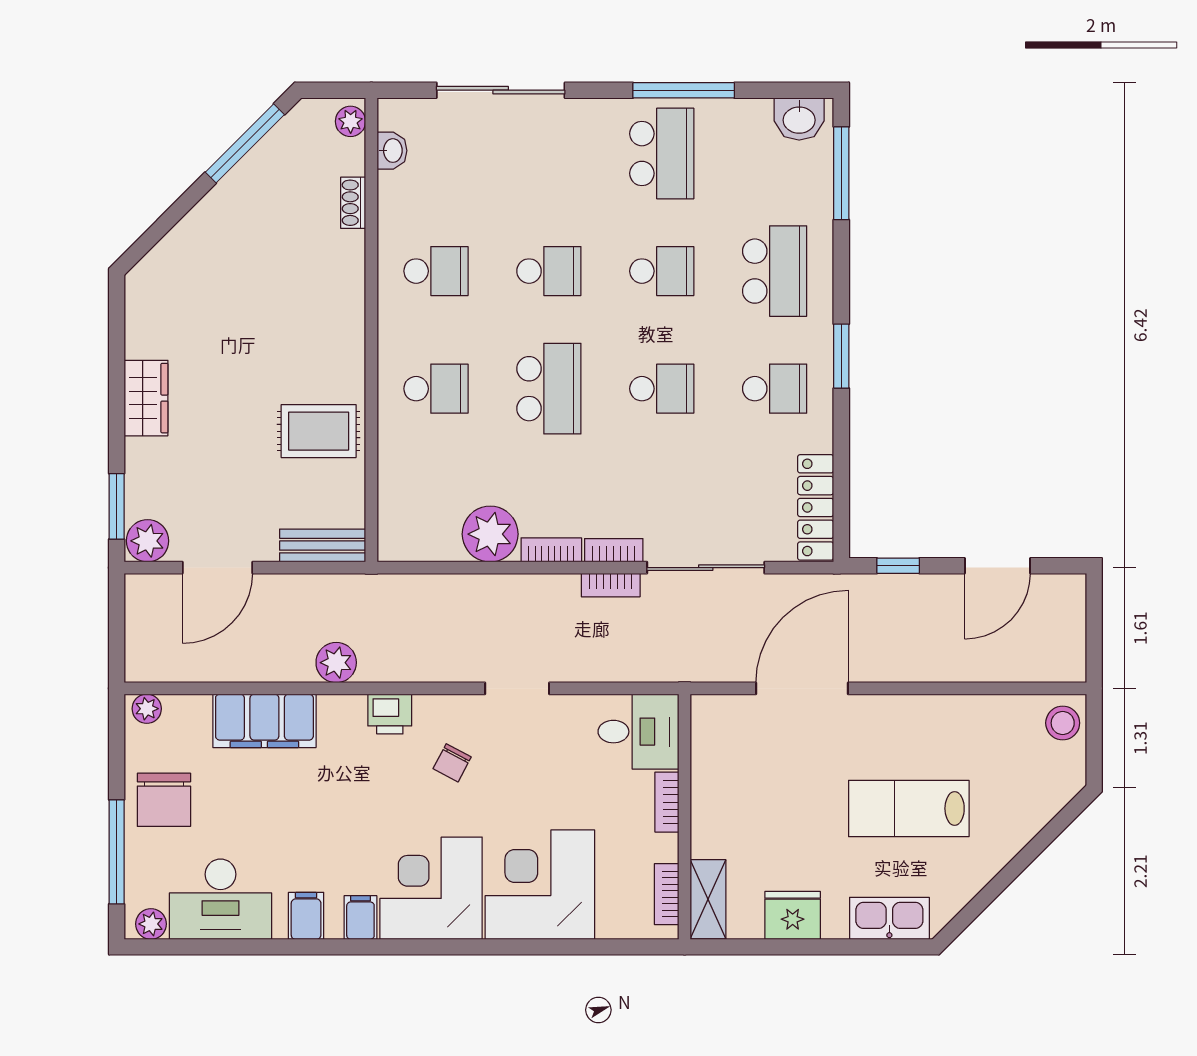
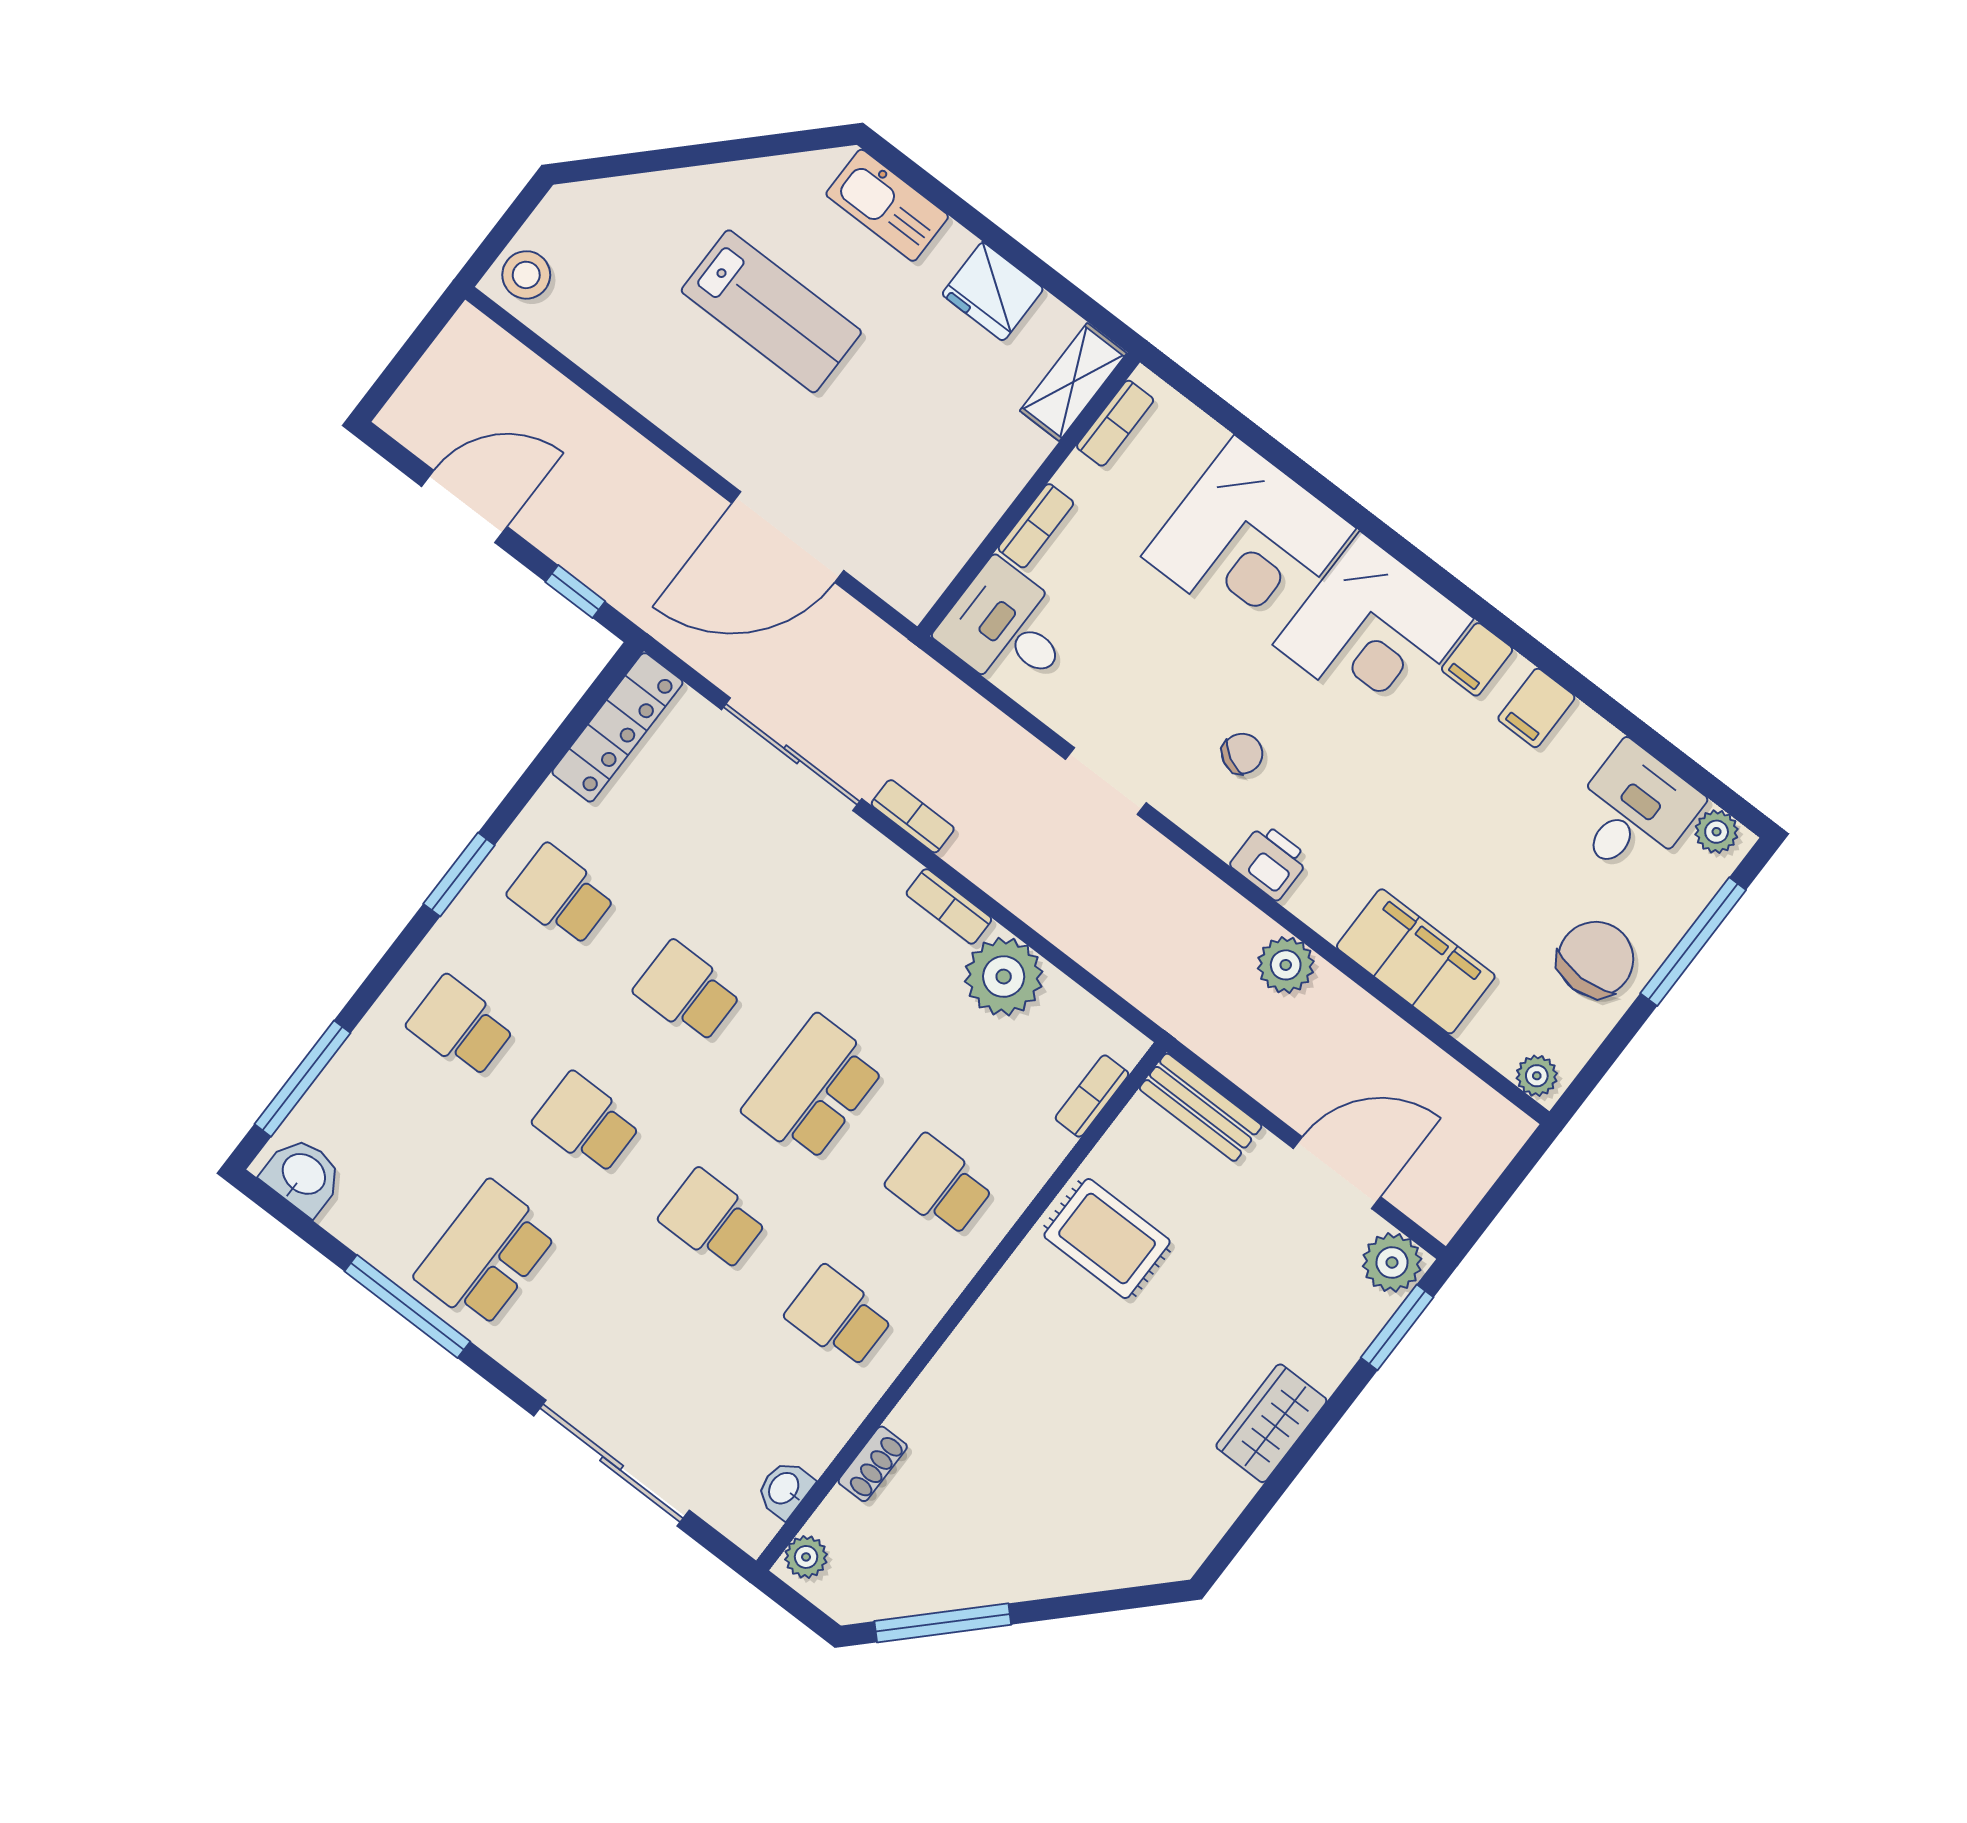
school desk: (775, 271) -> (461, 1026), width x0.54
bookcase: (614, 550) -> (1092, 1096), moved, turned 90
desk: (221, 899) -> (1633, 812), width x0.73

